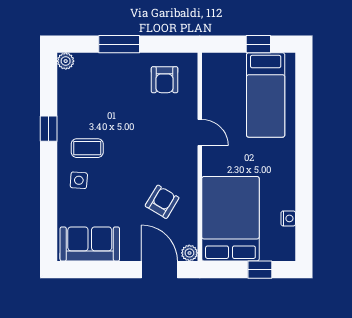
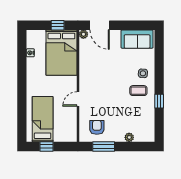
window: (119, 44) -> (104, 146), moved
plant: (66, 61) -> (129, 137), moved
door: (200, 133) -> (78, 99), hinge flipped
armchair: (162, 202) -> (98, 62), removed
window: (260, 270) -> (58, 25), moved

